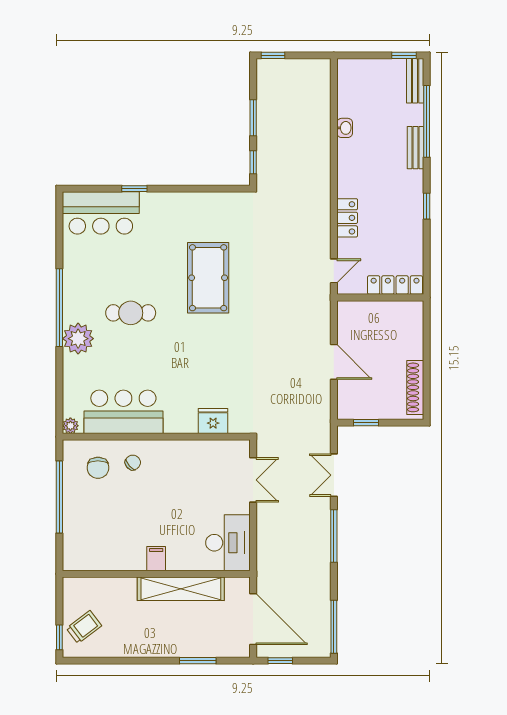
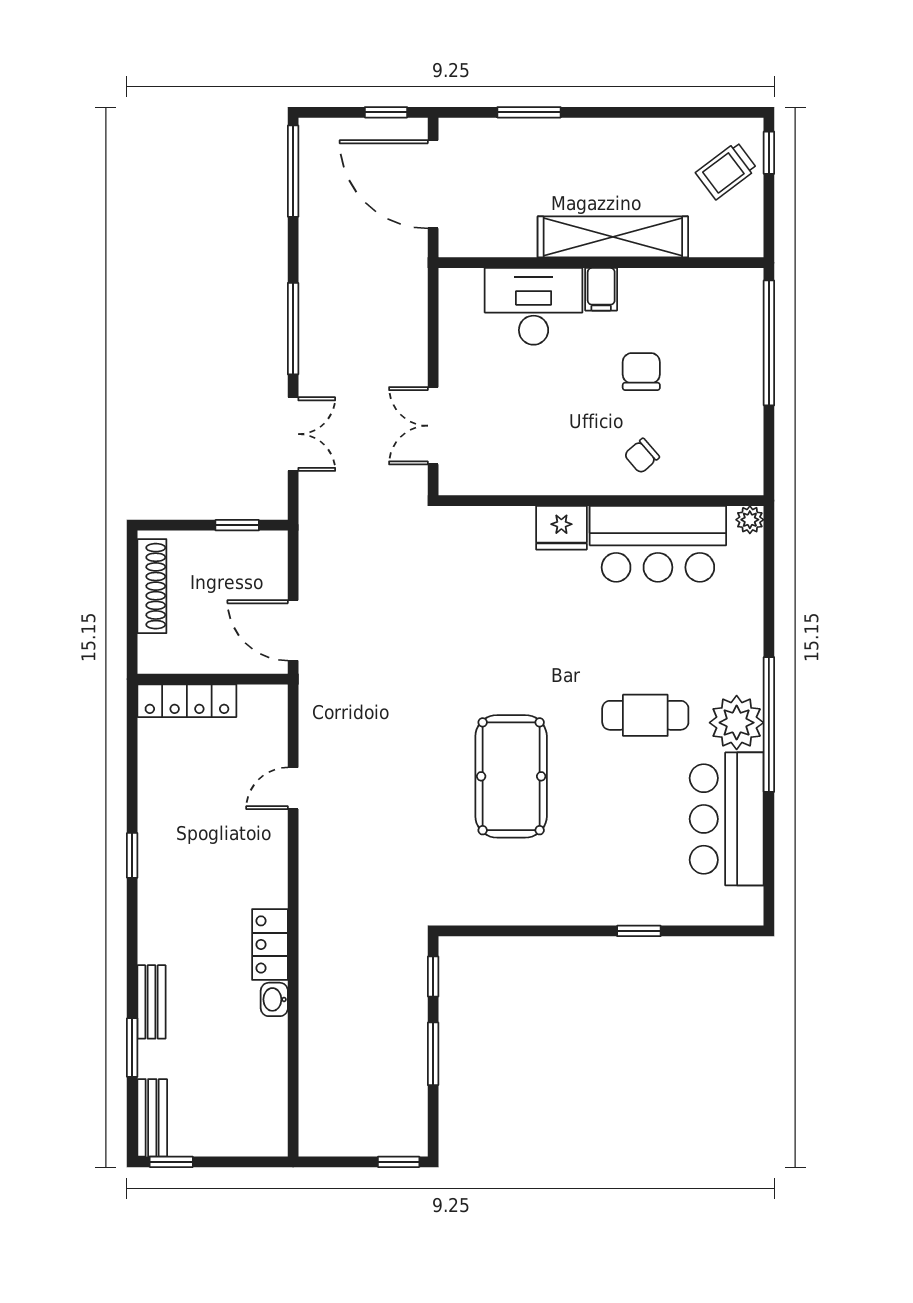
window: (427, 121) -> (132, 1048), width x0.47
washbasin: (345, 128) -> (274, 999), moved
window: (427, 206) -> (132, 855), moved
bar counter: (101, 213) -> (727, 819), moved, turned -90
locker: (347, 218) -> (270, 944), moved
locker: (395, 285) -> (187, 701), moved
wall: (380, 297) -> (213, 679), moved
plant: (78, 339) -> (737, 723), moved
fridge: (213, 421) -> (561, 528), moved
chair: (98, 468) -> (641, 372), moved
window: (59, 497) -> (769, 343), moved
desk: (228, 543) -> (534, 306), moved, turned 90
shelving: (181, 589) -> (613, 237), moved

